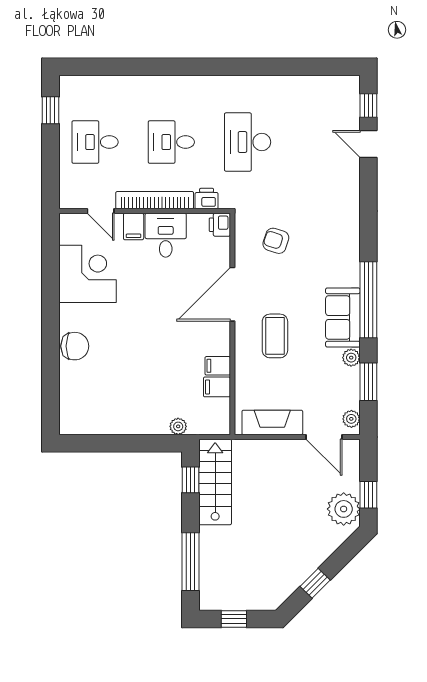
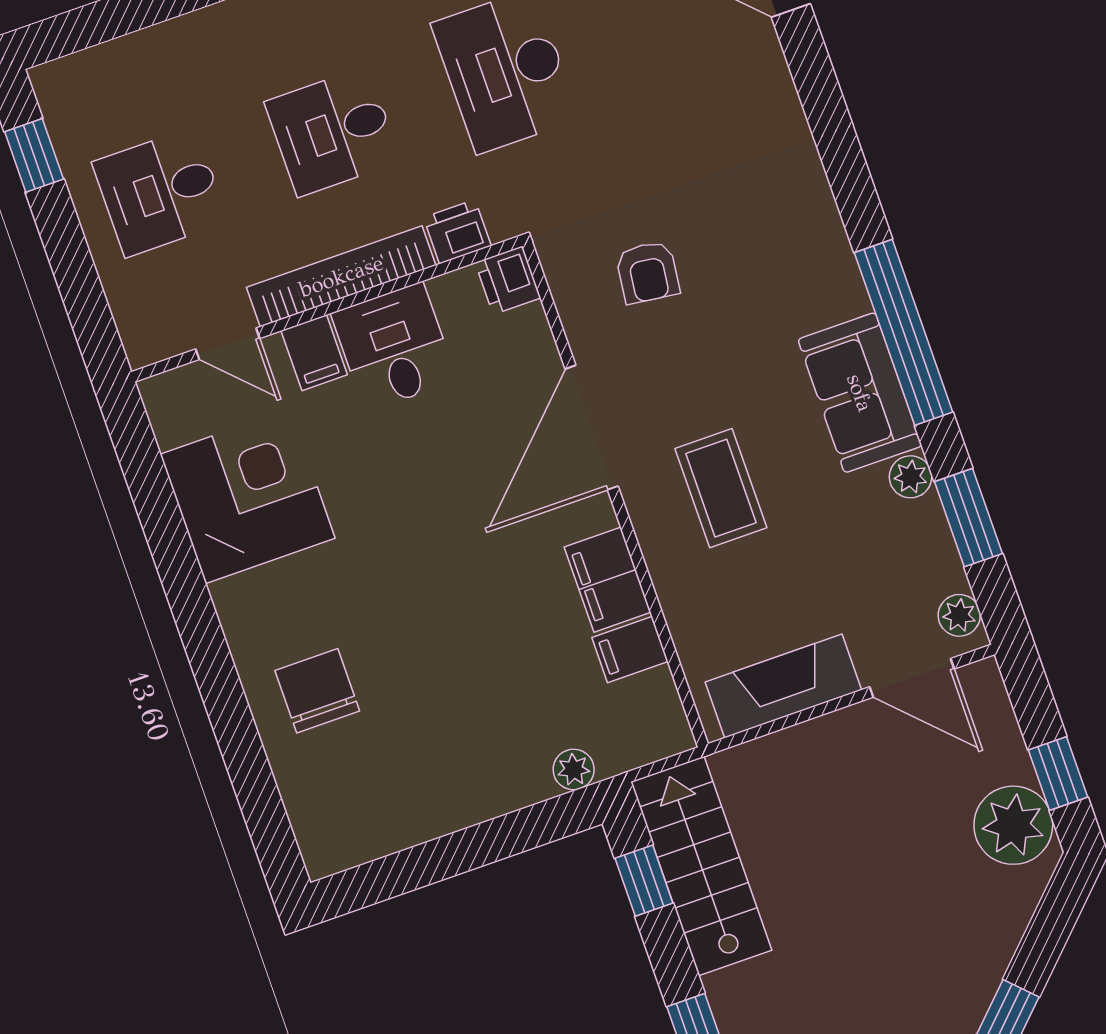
armchair: (276, 241) -> (648, 272), turned -101
chair: (75, 346) -> (317, 691), moved, turned -90
filing cabinet: (218, 366) -> (608, 580), width x2.00

